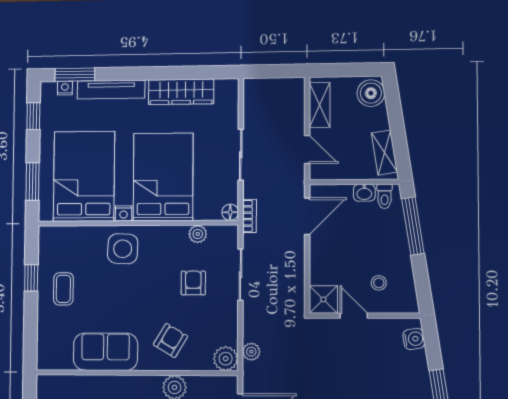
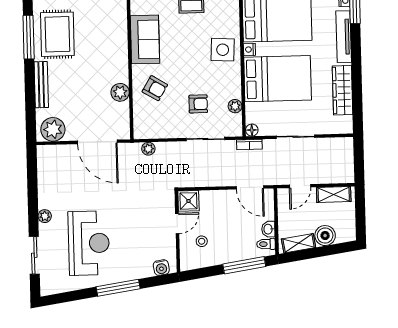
boiler: (371, 93) -> (325, 236), moved
plant: (226, 359) -> (143, 130), removed

